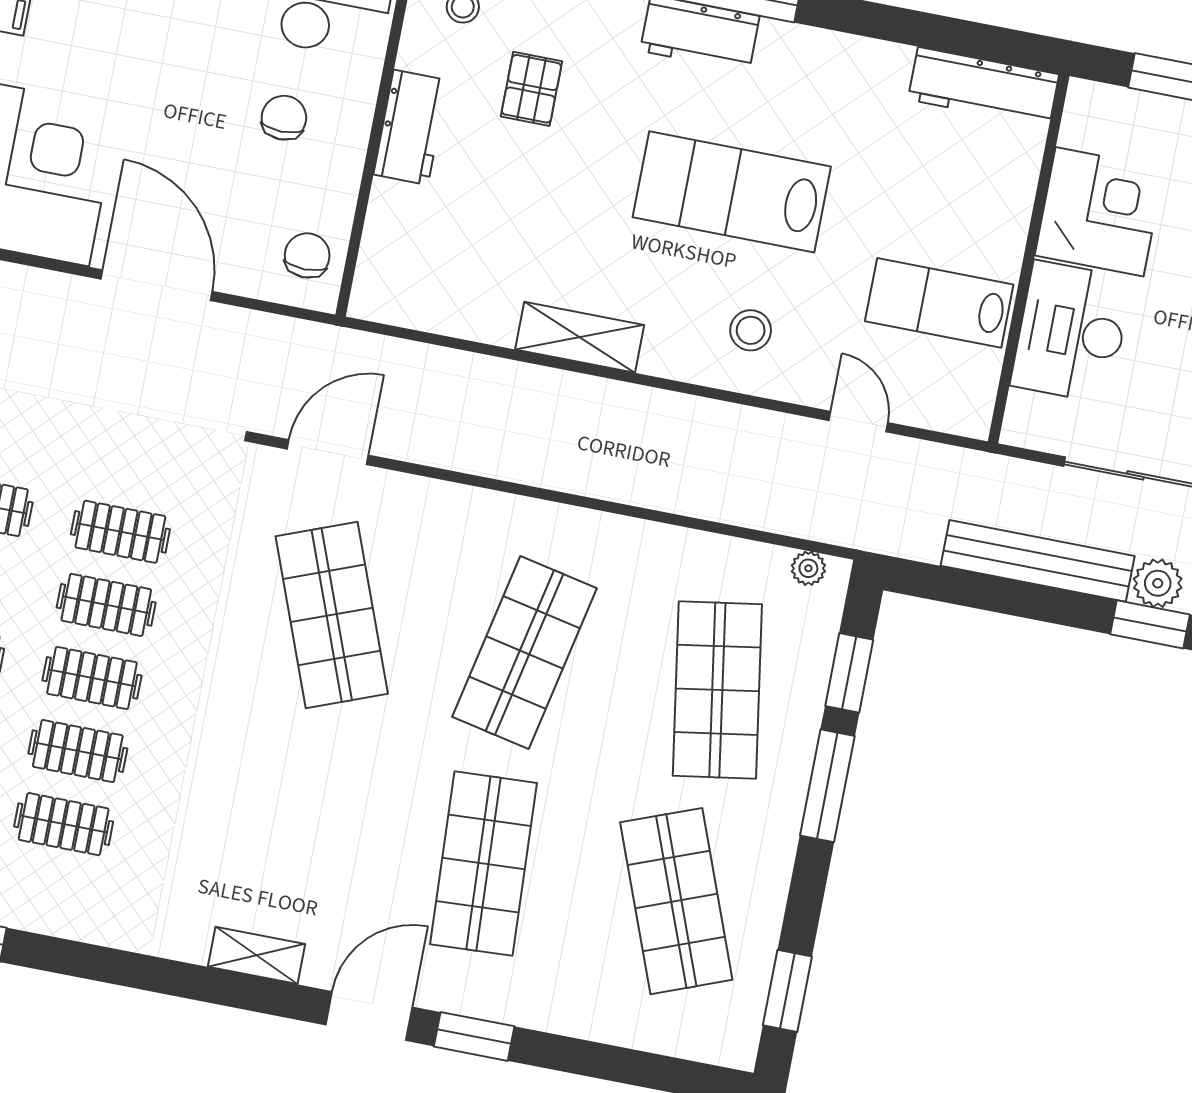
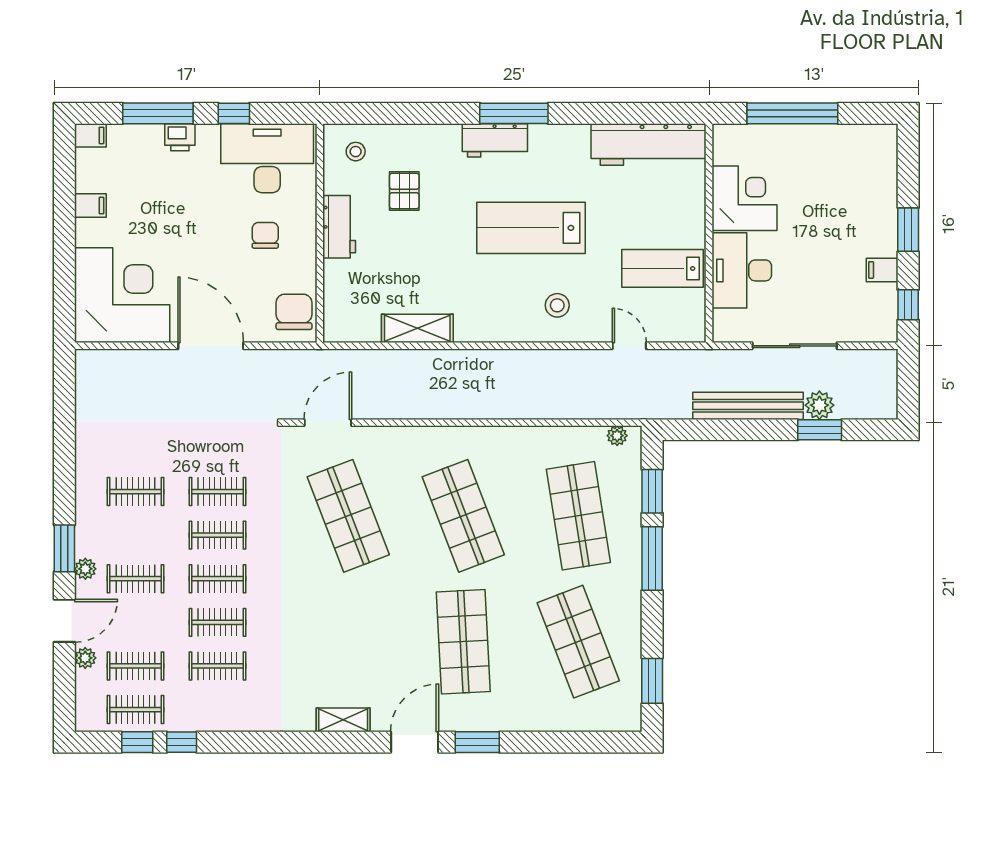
workbench: (983, 87) -> (649, 144), width x1.36, depth x1.32
chair: (307, 255) -> (294, 312), width x1.37, depth x1.37
shelving: (580, 337) -> (417, 328), moved
shop shelf: (524, 652) -> (463, 516), turned -33

